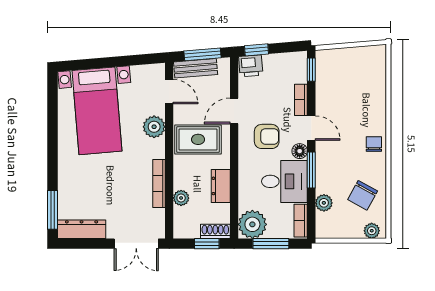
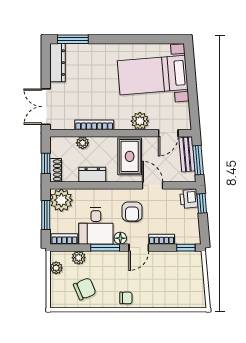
chair: (363, 195) -> (85, 289), turned 128
plant: (372, 231) -> (56, 268), moved

